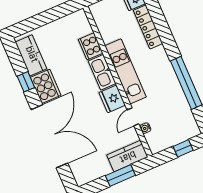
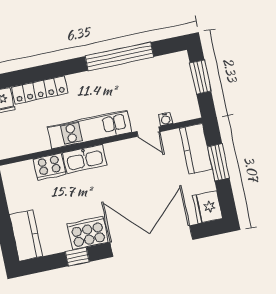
kitchen counter: (31, 55) -> (26, 235), moved, turned 90
fridge: (112, 99) -> (208, 207), moved, turned 90
window: (183, 148) -> (200, 77), width x1.50

